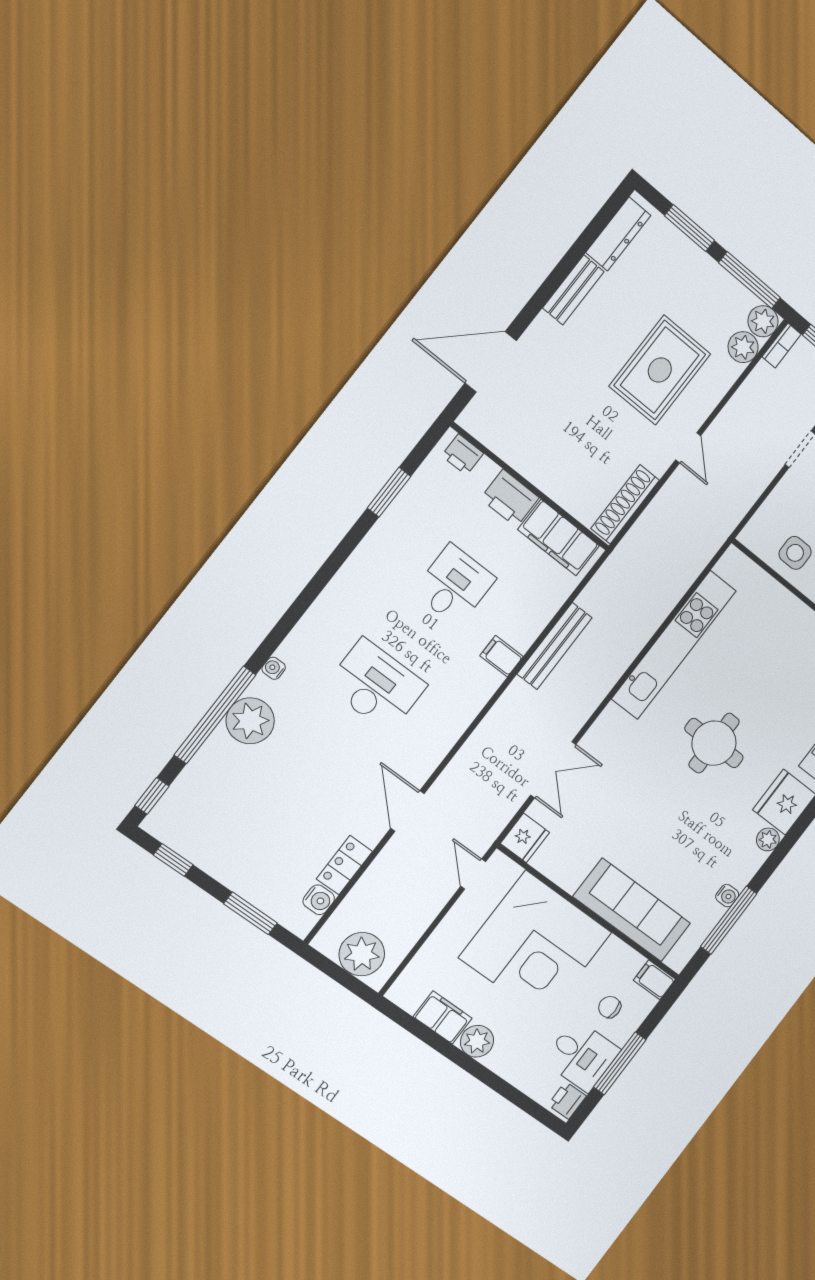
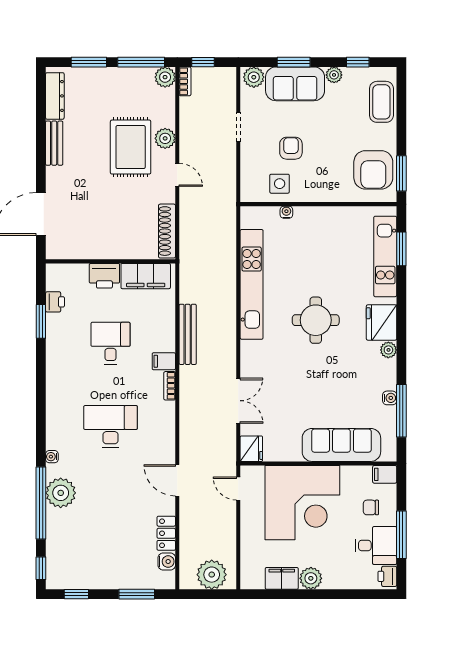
plant: (743, 347) -> (165, 138), moved
printer: (463, 455) -> (55, 302), moved, turned -90
water cooler: (777, 592) -> (286, 212), added
bookcase: (486, 691) -> (170, 386), added

